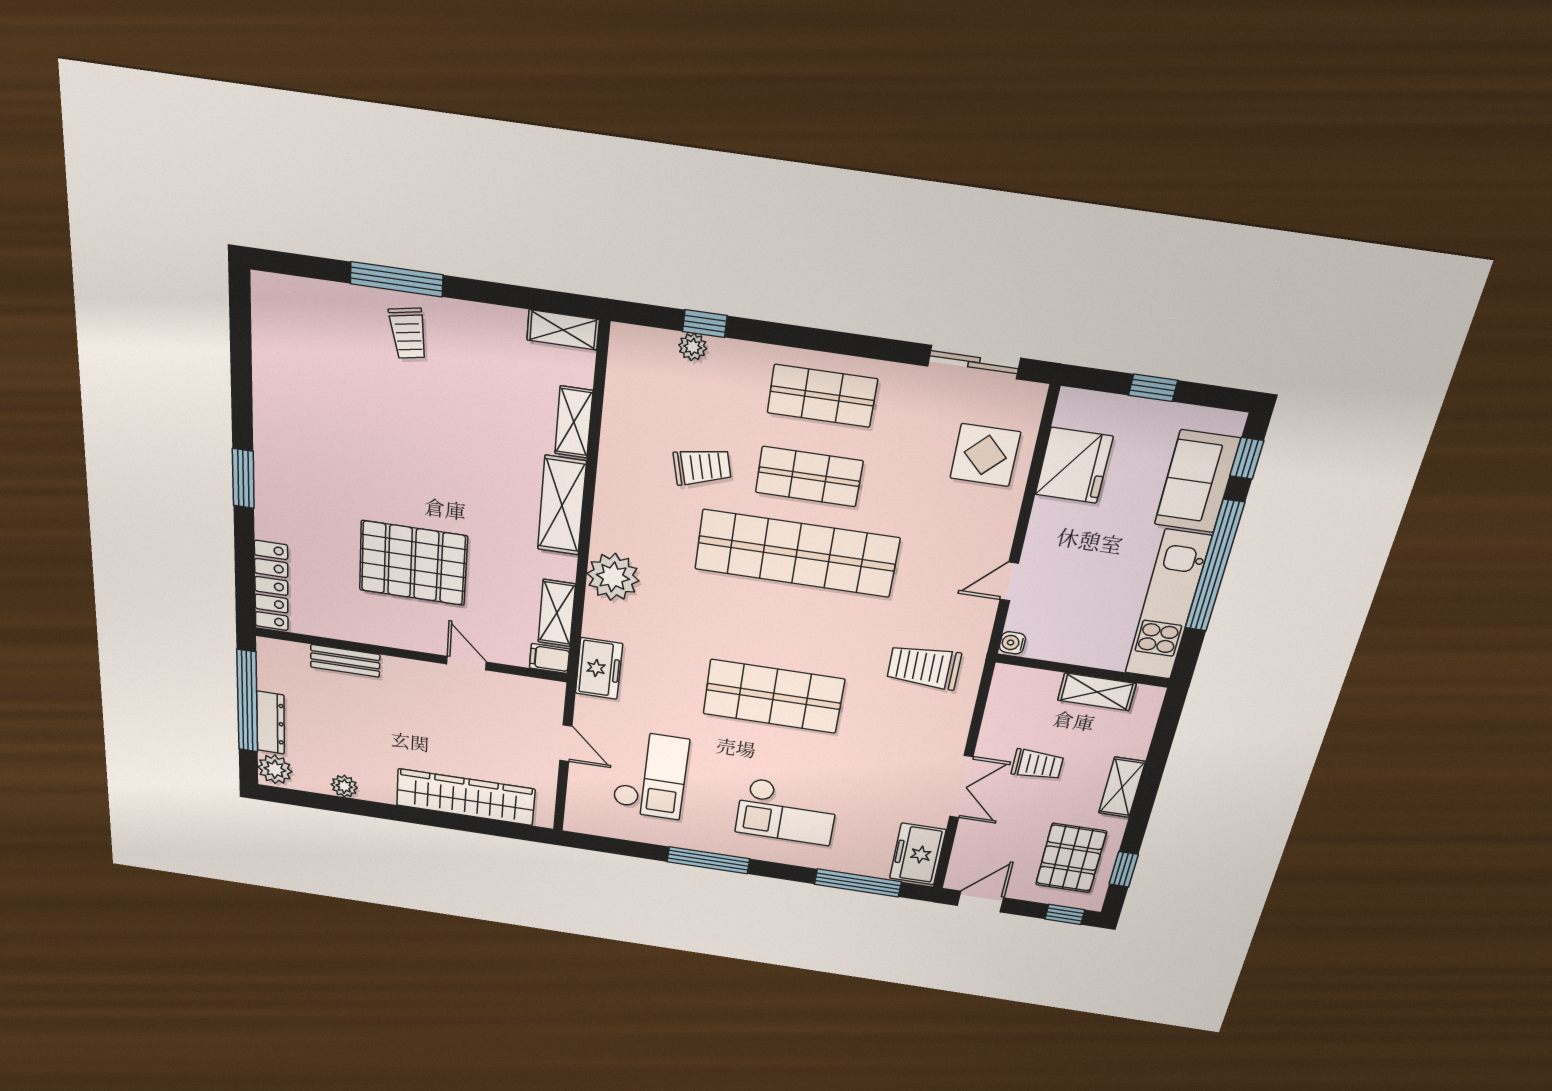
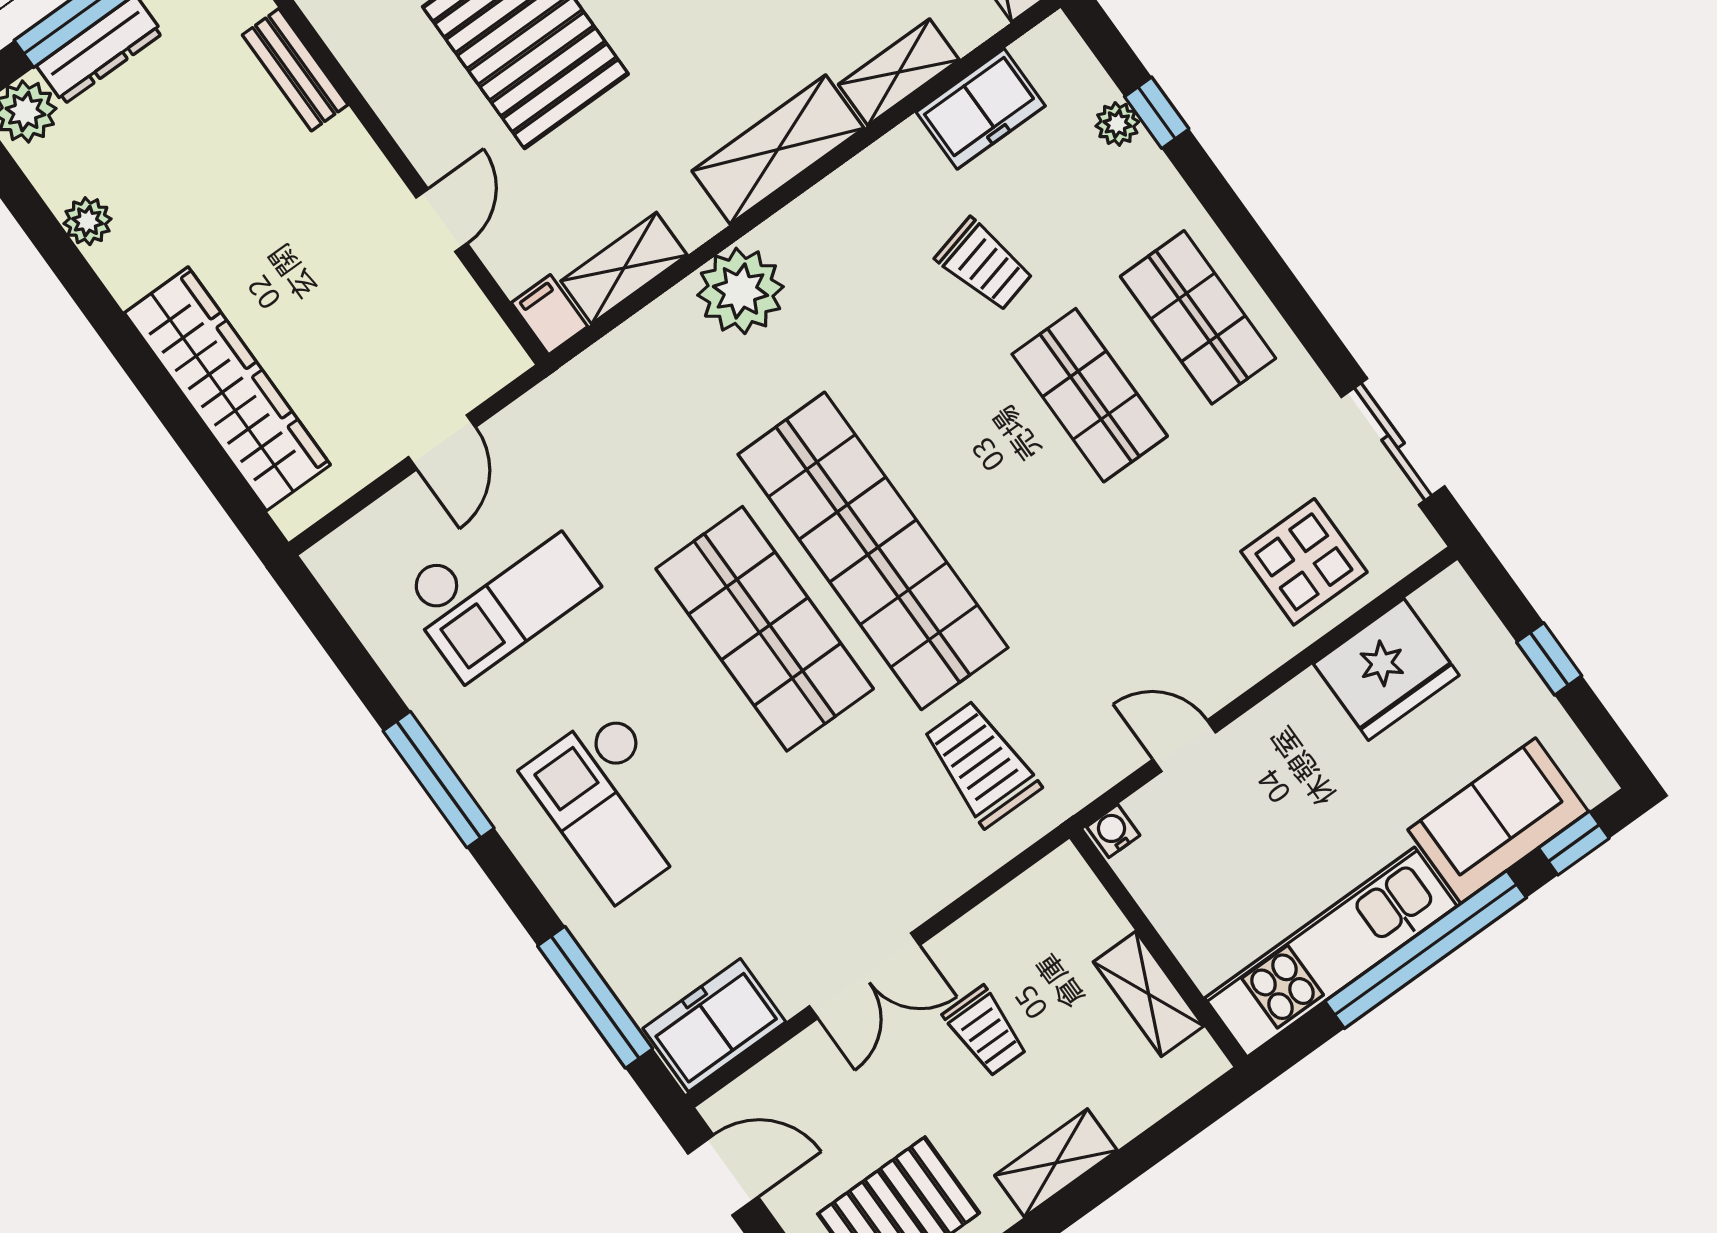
shop shelf: (797, 553) -> (873, 551), moved
freezer: (599, 668) -> (981, 109), moved

